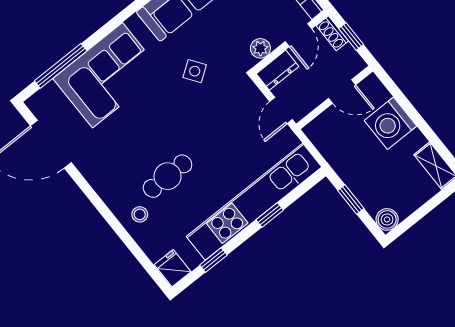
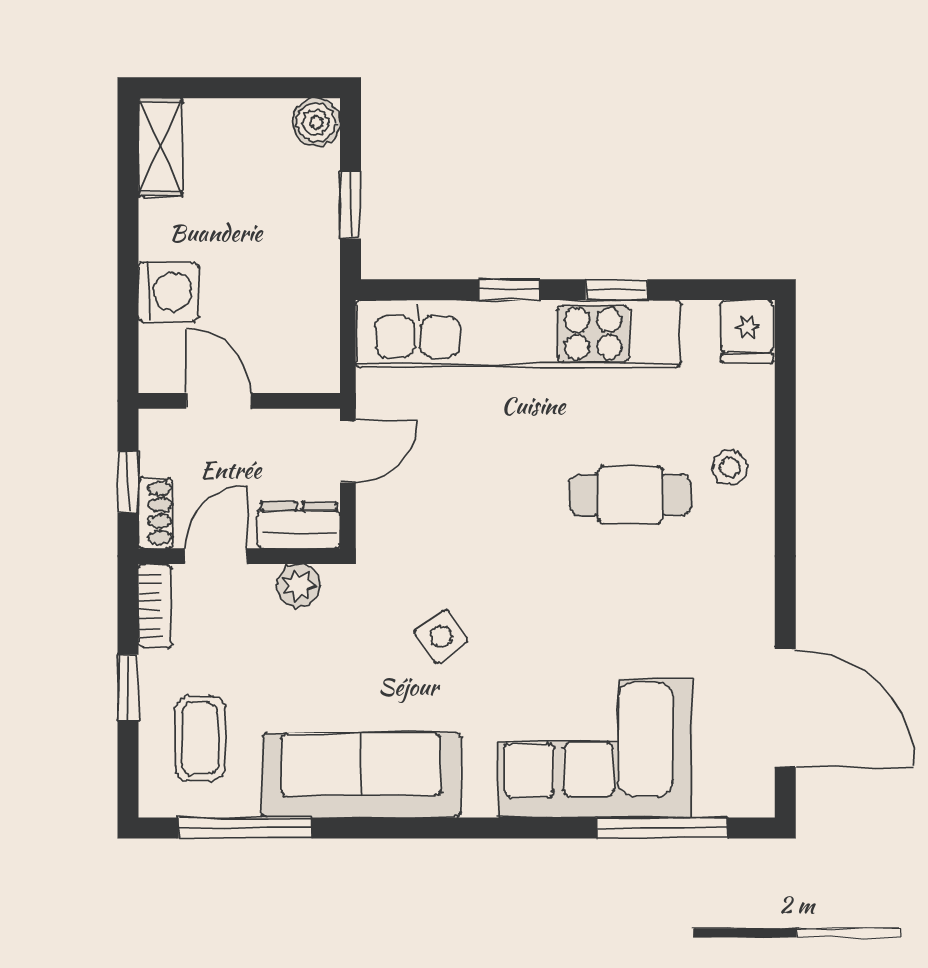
washing machine: (391, 123) -> (168, 292), width x0.73, depth x0.73
window: (213, 260) -> (616, 290), moved

